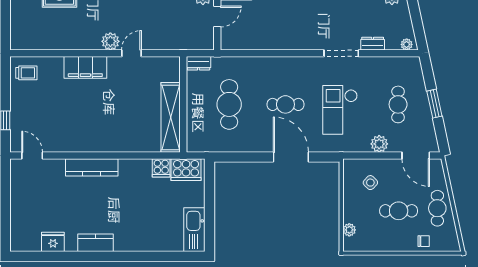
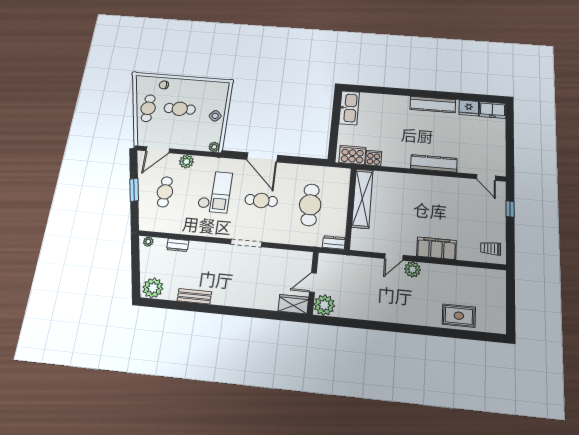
doorway: (341, 53) -> (246, 243), moved
door: (416, 156) -> (158, 150), swing flipped
side table: (370, 183) -> (215, 116), moved
plant: (349, 230) -> (214, 147), moved
freezer: (25, 242) -> (492, 110), added
kitchen counter: (96, 243) -> (433, 104), width x1.50

